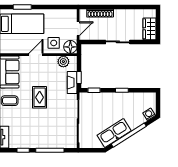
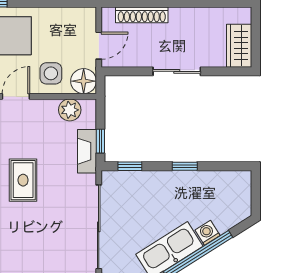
washing machine: (149, 114) -> (207, 233), moved

